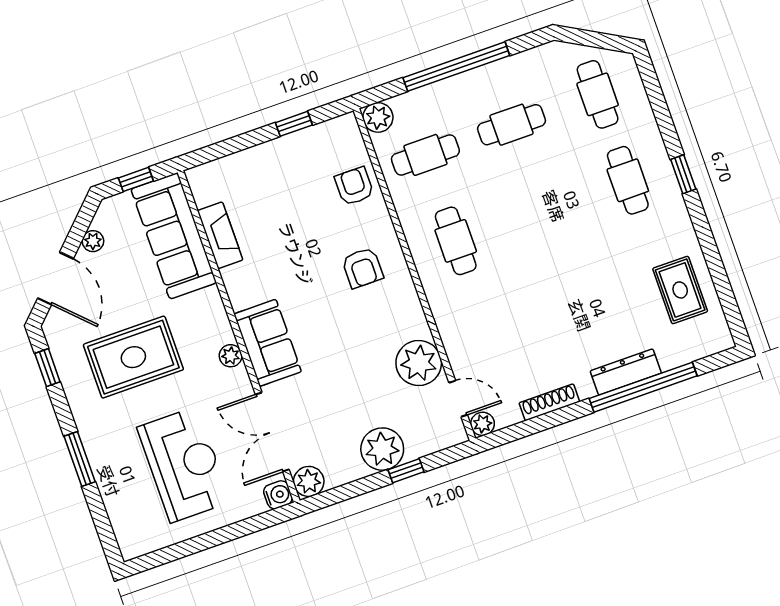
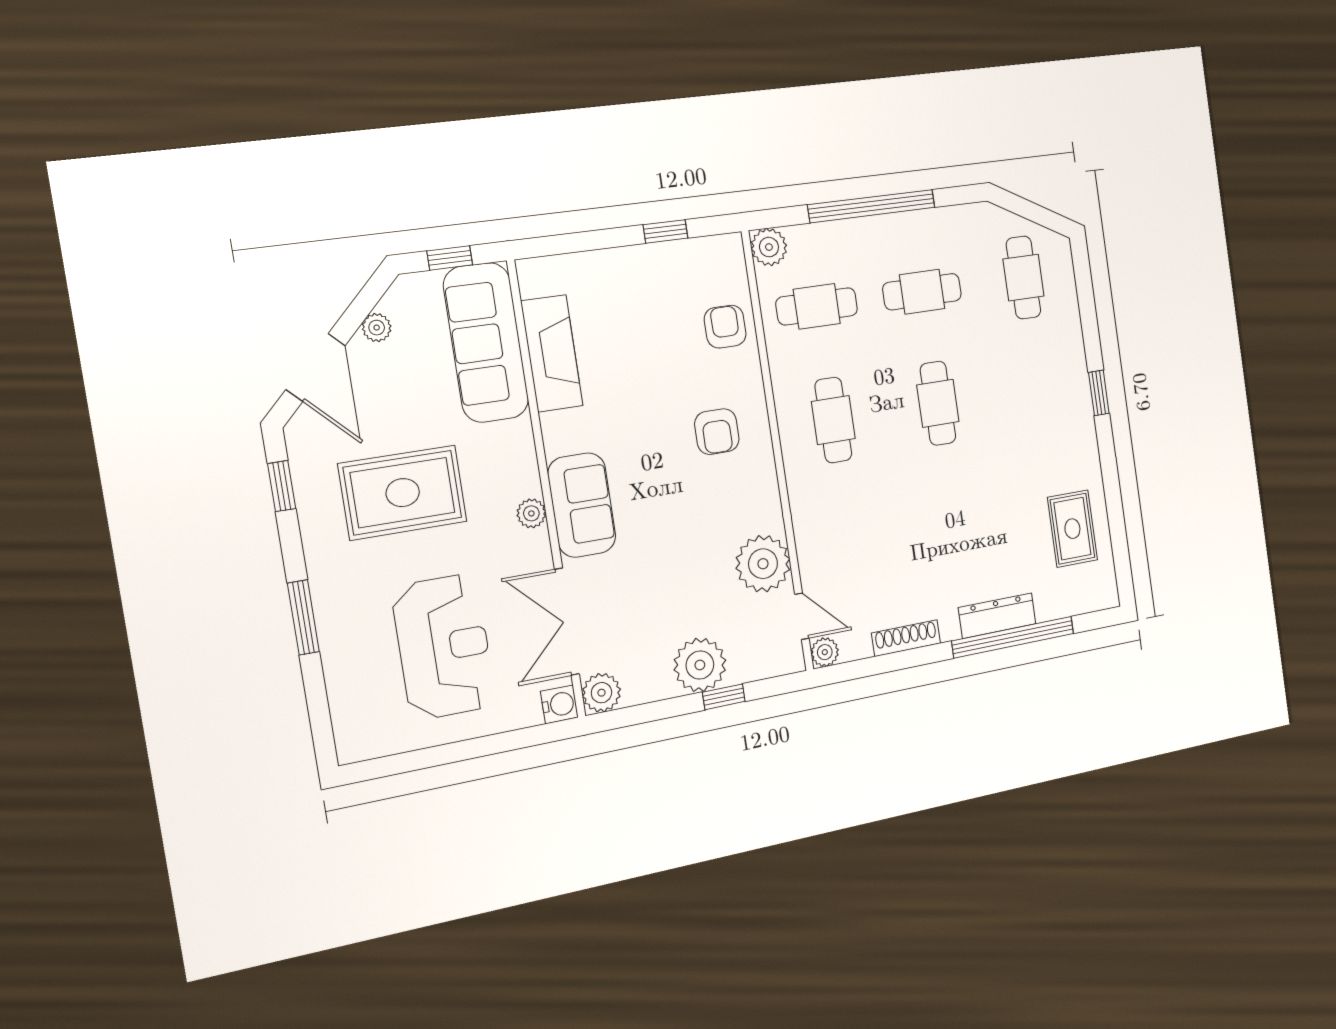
cafe table: (628, 180) -> (938, 403), moved
fireplace: (220, 235) -> (552, 353), width x1.37, depth x1.32

